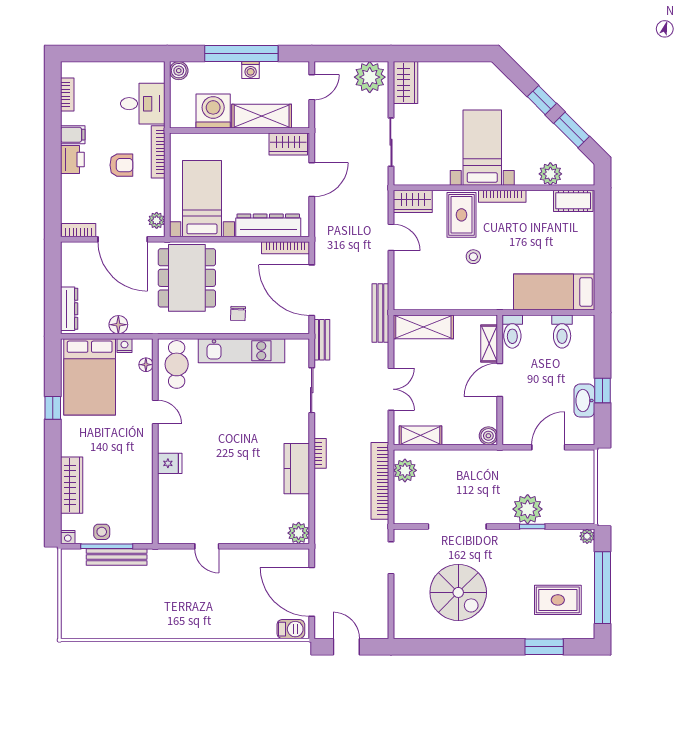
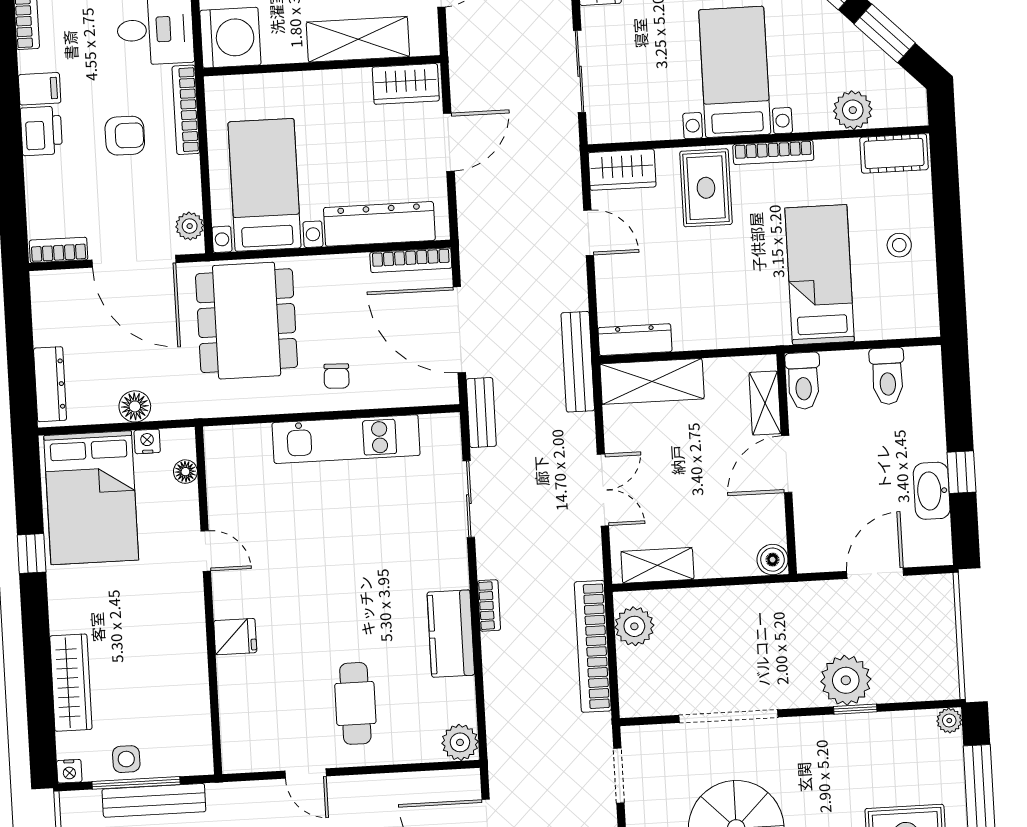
washing machine: (213, 111) -> (230, 38), moved, turned 90
stool: (473, 257) -> (899, 245), moved
bed: (554, 292) -> (820, 275), moved, turned 90
dresser: (415, 302) -> (635, 340), added
cafe table: (177, 364) -> (355, 703), moved

